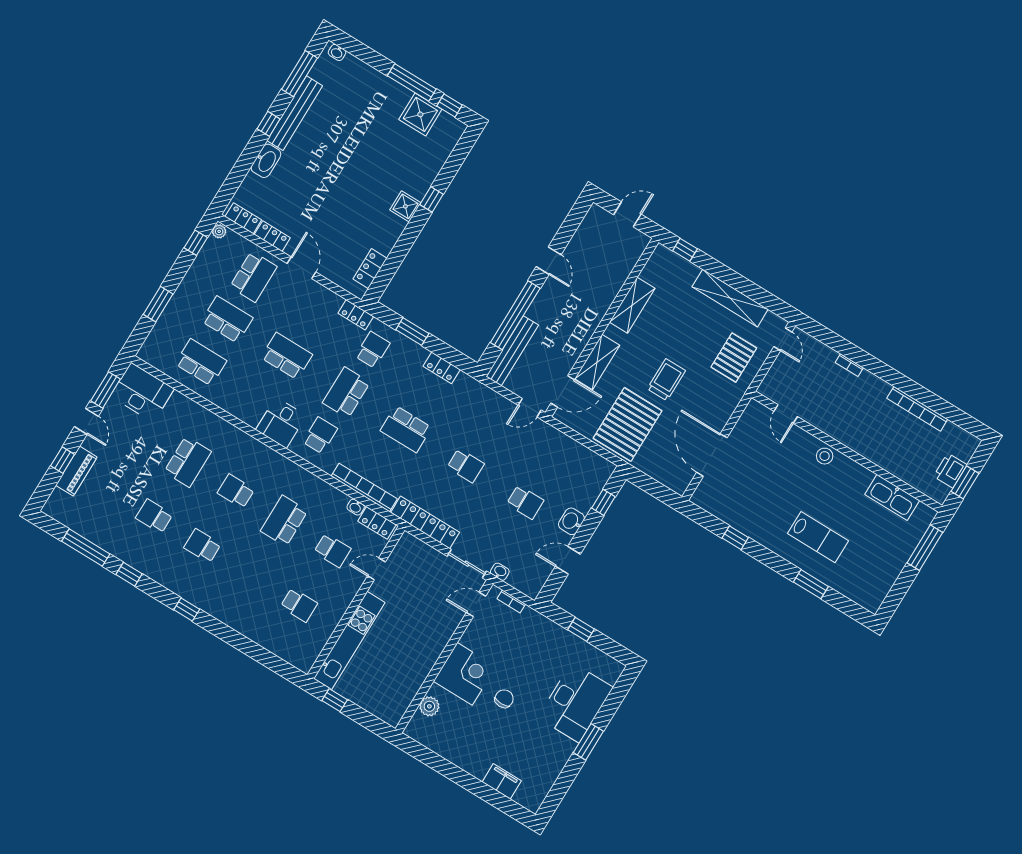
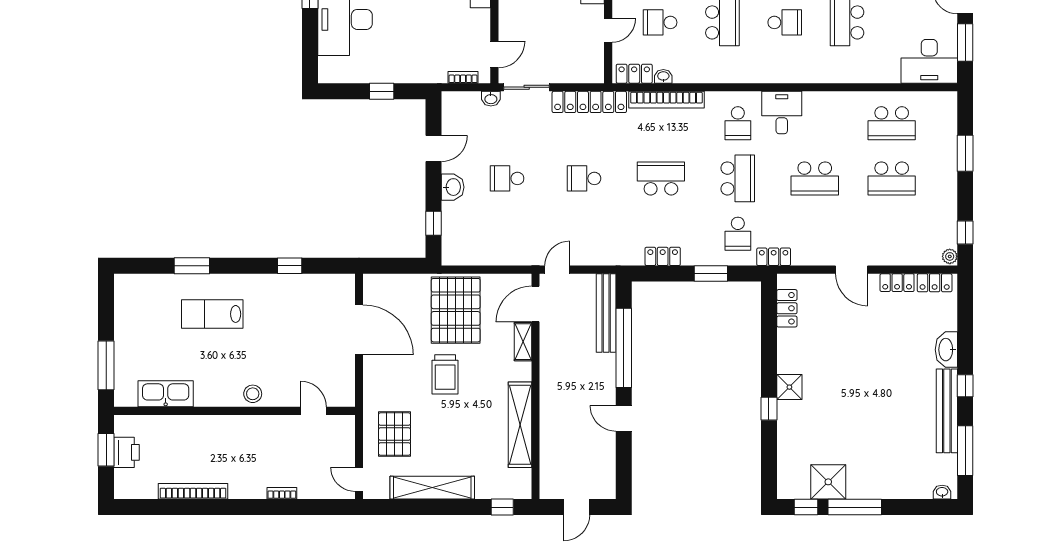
school desk: (253, 277) -> (892, 234), removed
shelving: (632, 305) -> (520, 425), width x1.47
shelving: (597, 362) -> (523, 342), width x0.67, depth x0.75

